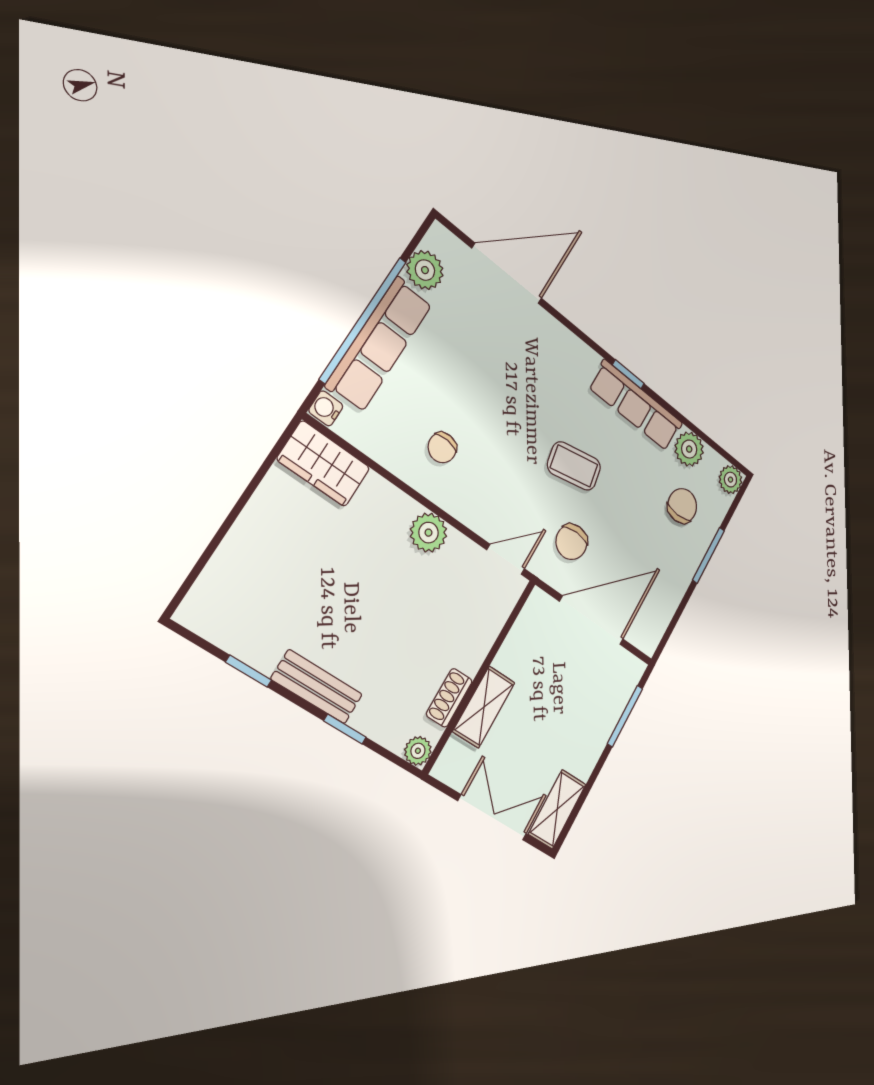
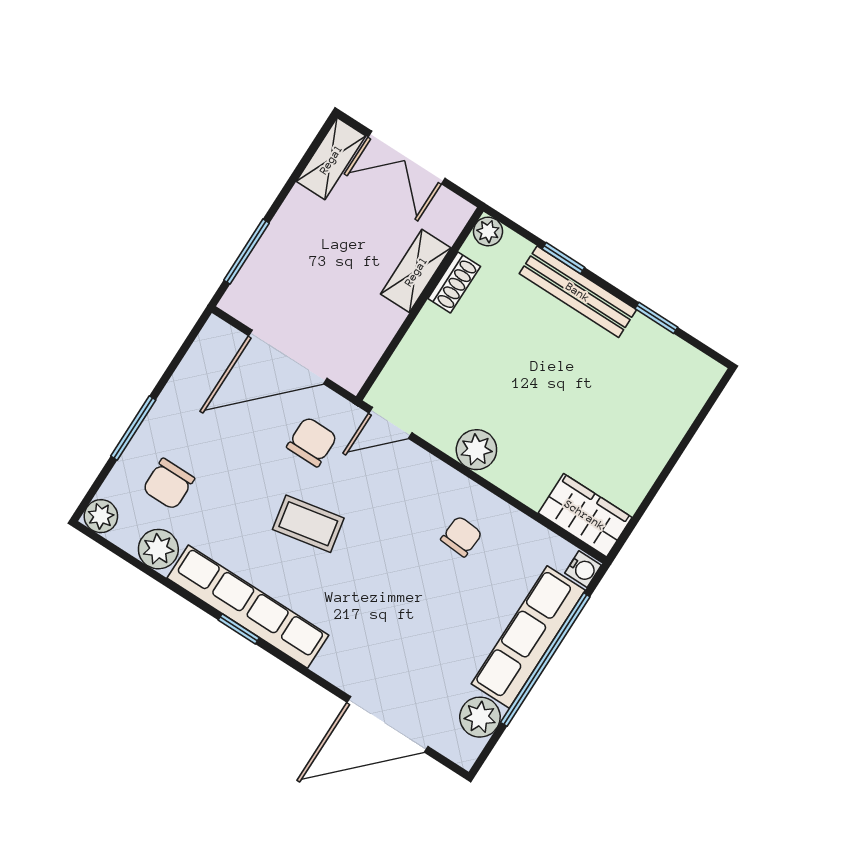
row of seats: (636, 405) -> (248, 607), width x1.36
bench: (317, 687) -> (578, 292), width x1.36

